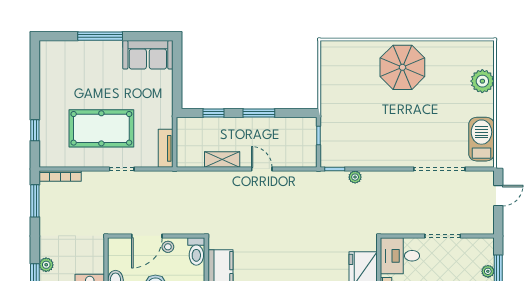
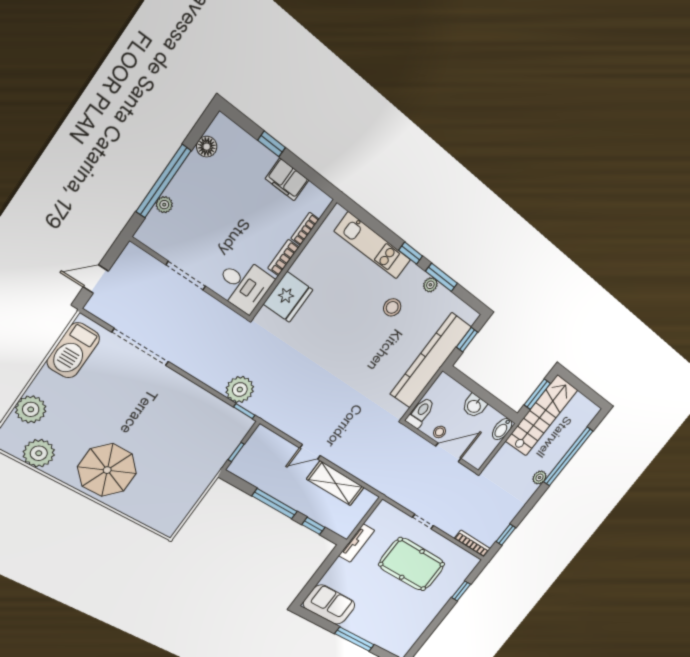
plant: (457, 53) -> (39, 453), added
window: (259, 113) -> (275, 504), width x1.44
tv unit: (166, 148) -> (357, 543), moved
shelving: (222, 160) -> (335, 483), width x1.50, depth x1.33
door: (262, 169) -> (310, 452), hinge flipped
plant: (355, 177) -> (240, 390), width x1.88, depth x1.88
window: (35, 201) -> (506, 535), width x0.67

